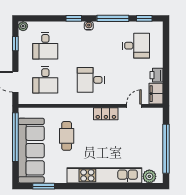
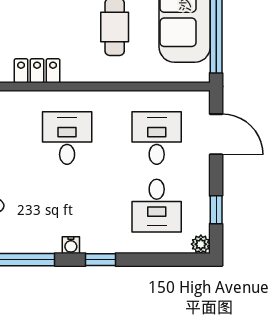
desk: (45, 46) -> (157, 206), turned 180
desk: (91, 80) -> (67, 138), turned -90

